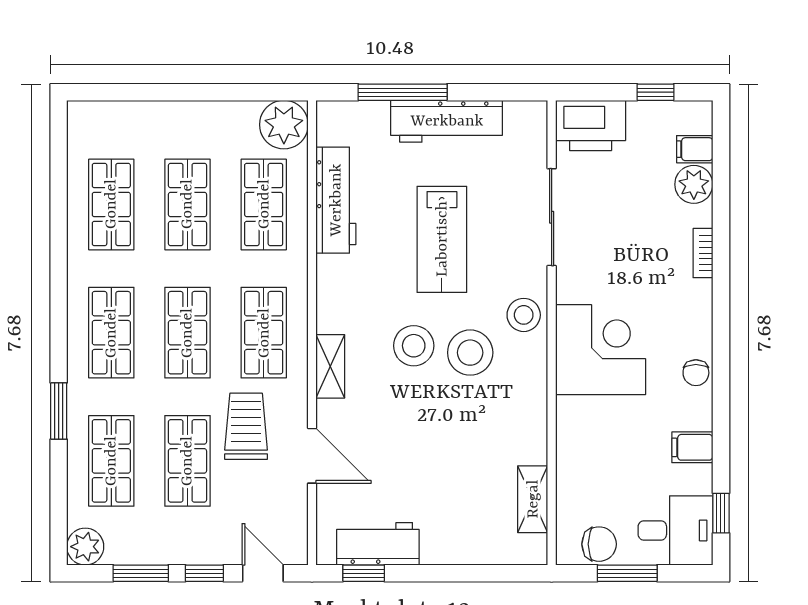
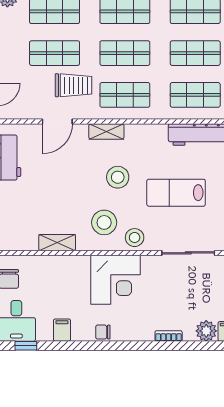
stool: (470, 353) -> (104, 222), moved
shelving: (533, 499) -> (57, 243), moved

